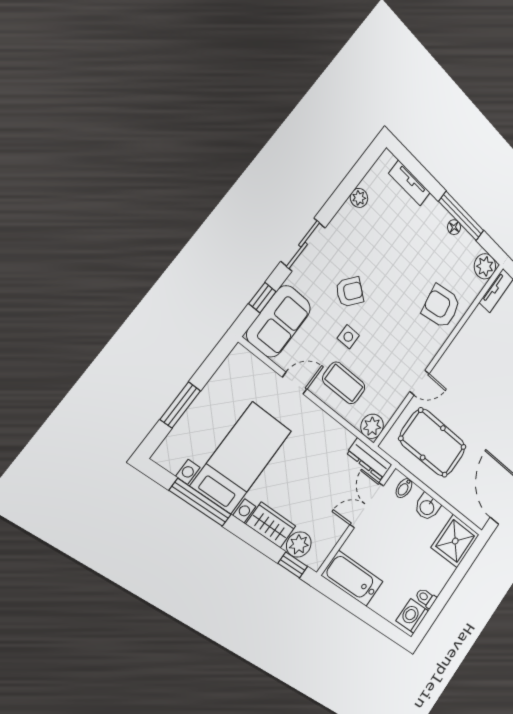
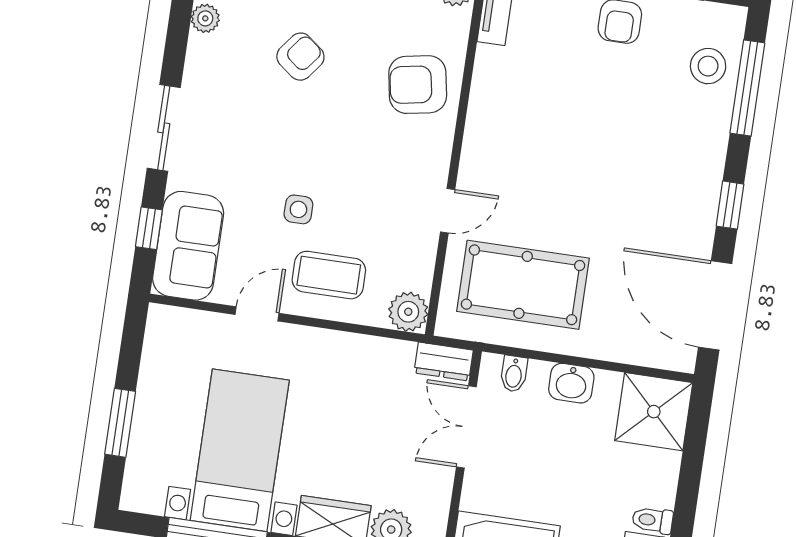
armchair: (350, 292) -> (300, 57), moved
dresser: (369, 459) -> (444, 361), width x0.70

